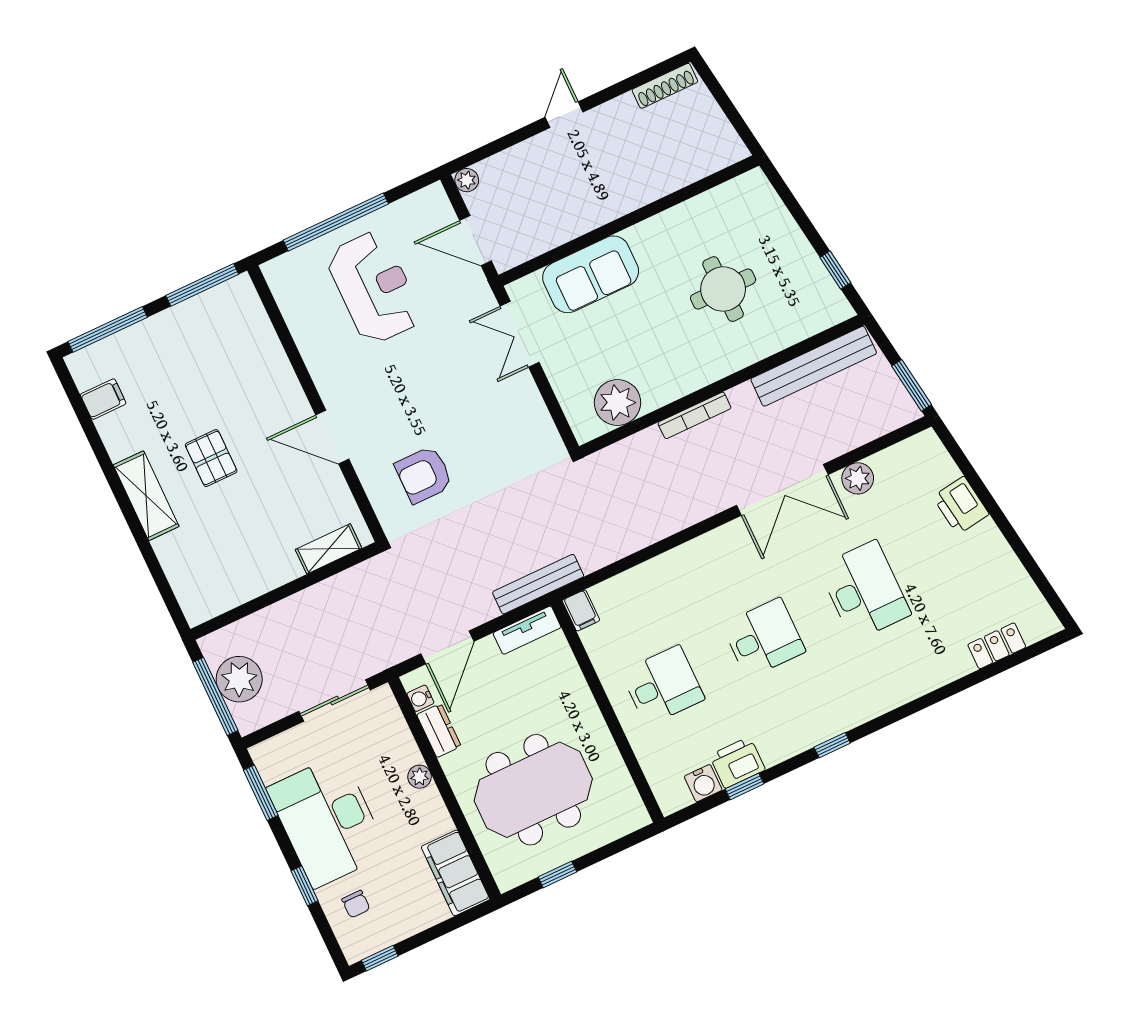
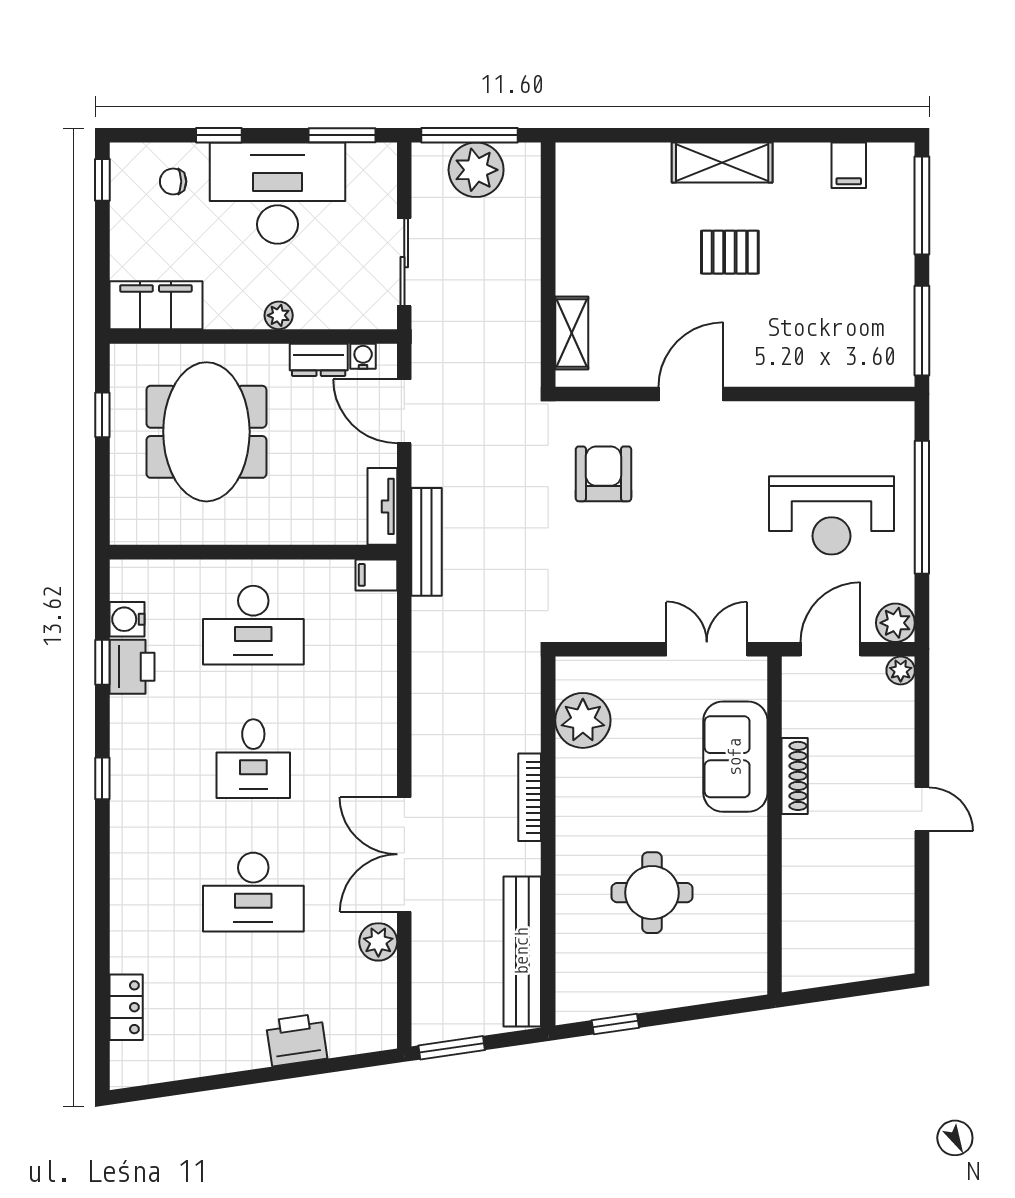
shoe rack: (665, 86) -> (795, 776), moved, turned 180
plant: (432, 201) -> (895, 623), added
desk: (663, 686) -> (253, 625), width x1.37

